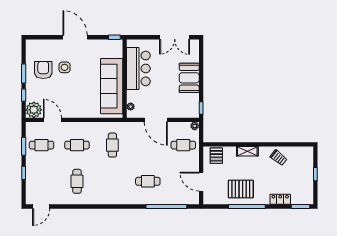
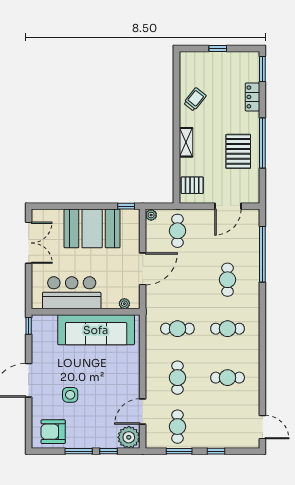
armchair: (43, 70) -> (53, 432), moved
booth: (189, 78) -> (92, 228), width x1.36, depth x1.42
cafe table: (112, 181) -> (228, 329), added

